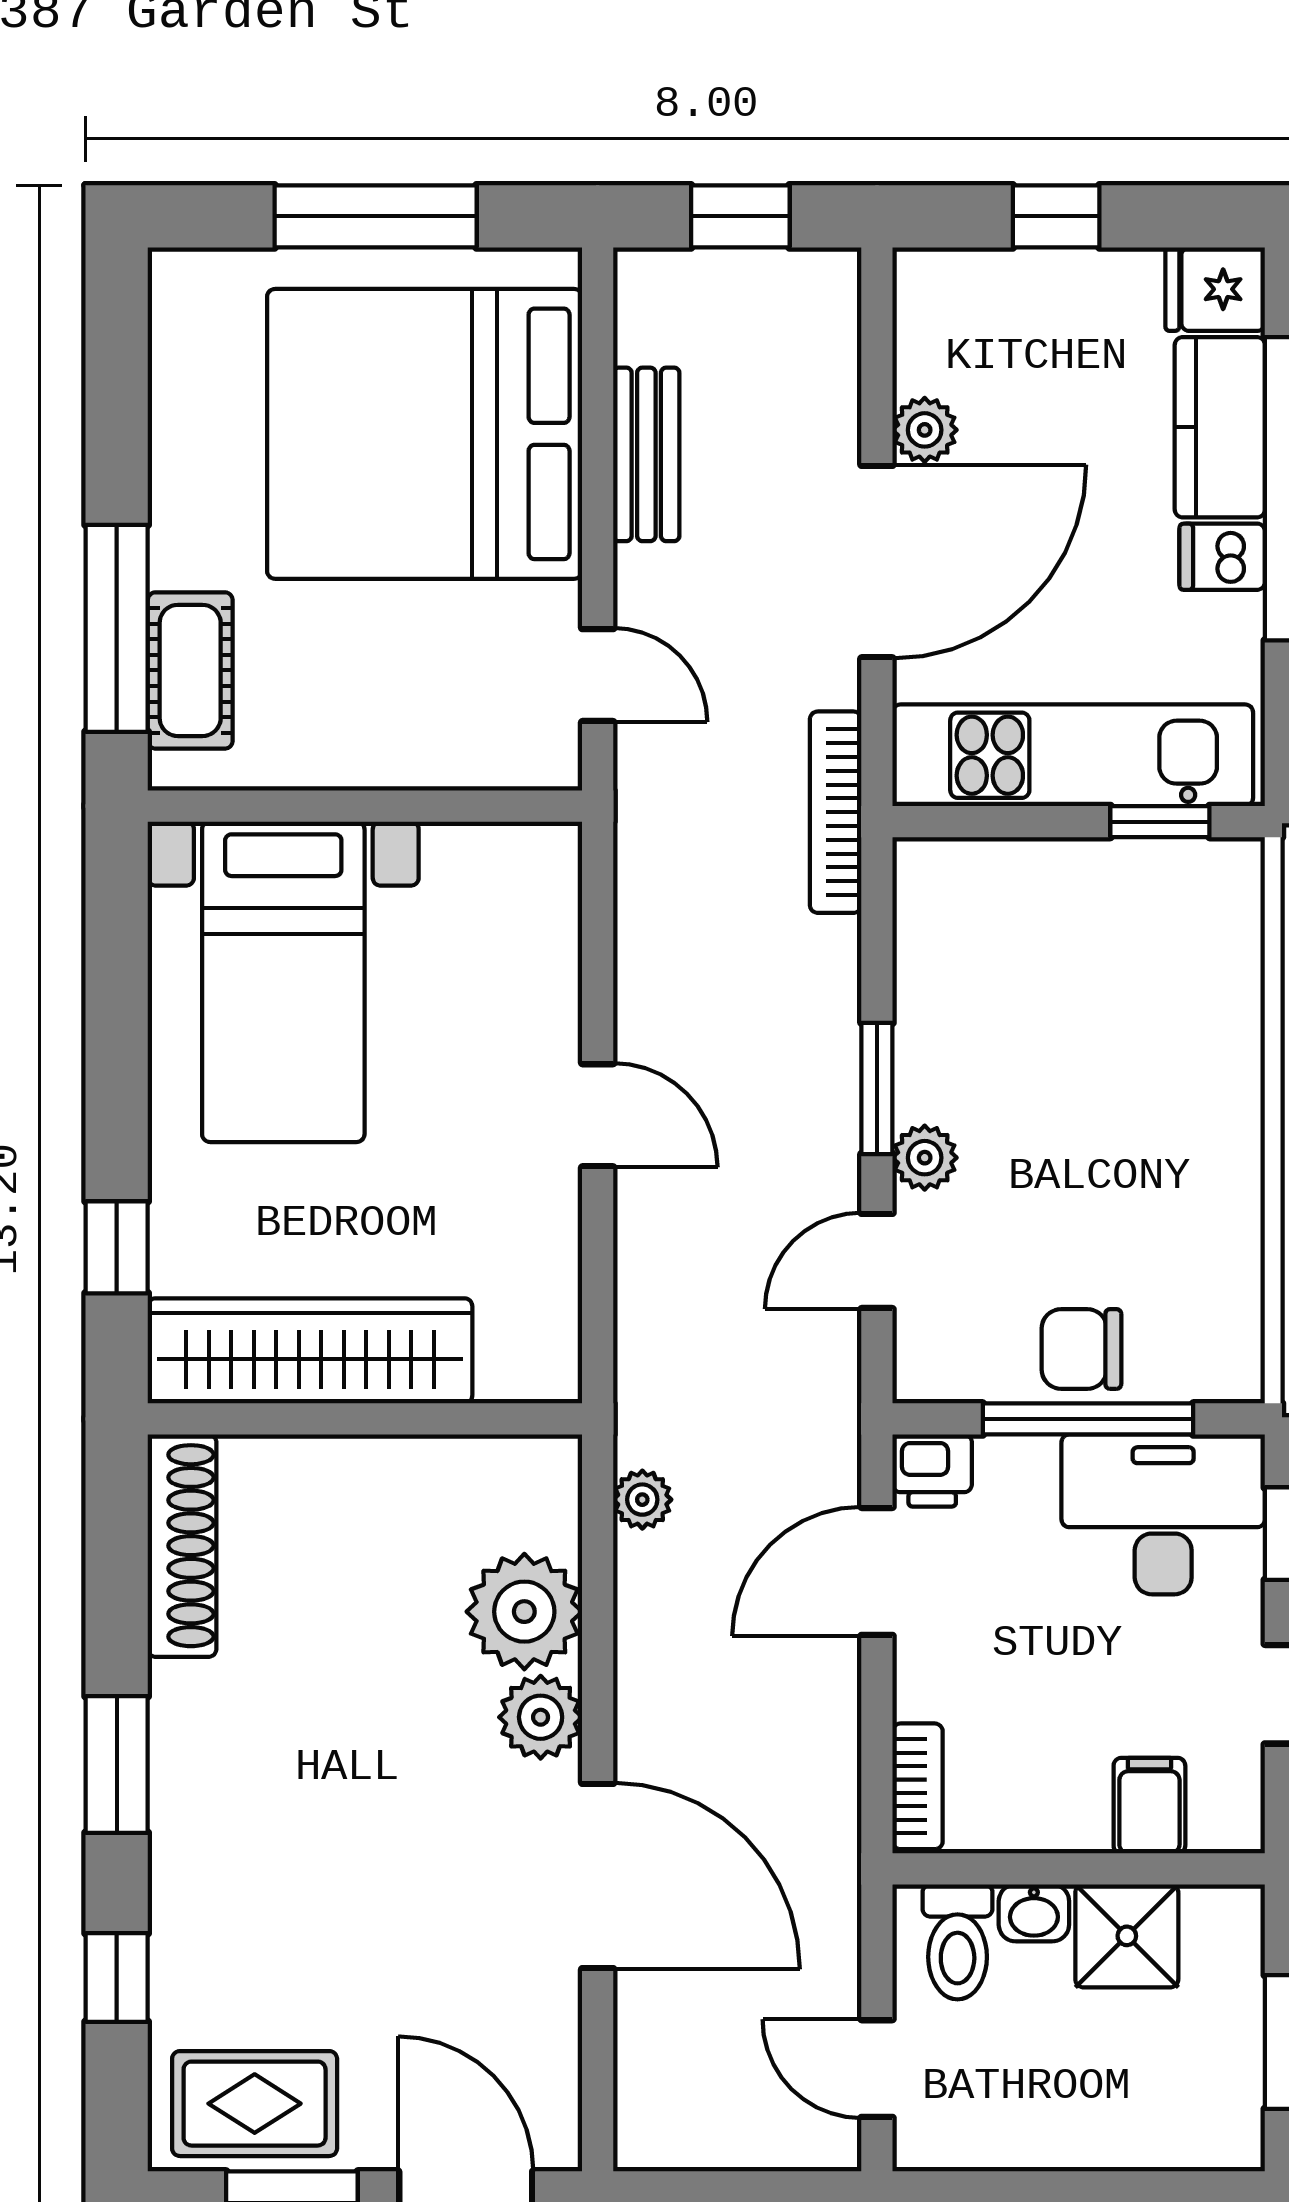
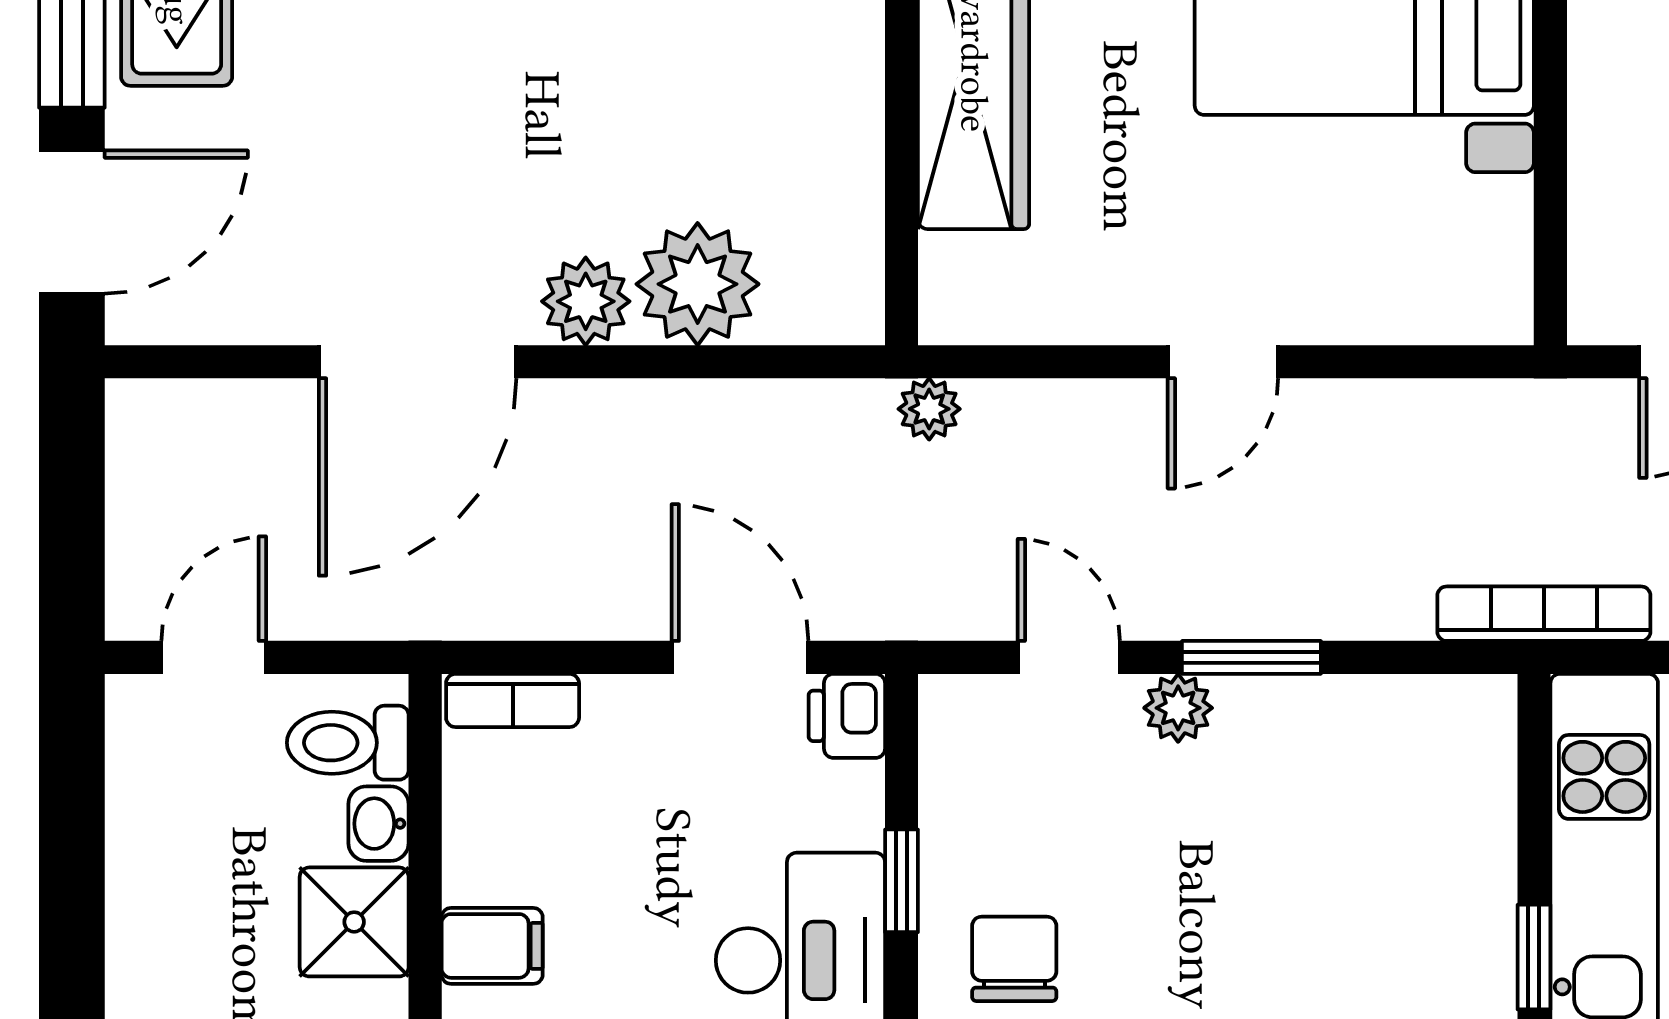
chair: (1081, 1349) -> (1014, 959), moved
window: (1088, 1419) -> (901, 881), width x0.46
plant: (642, 1500) -> (929, 409), moved

